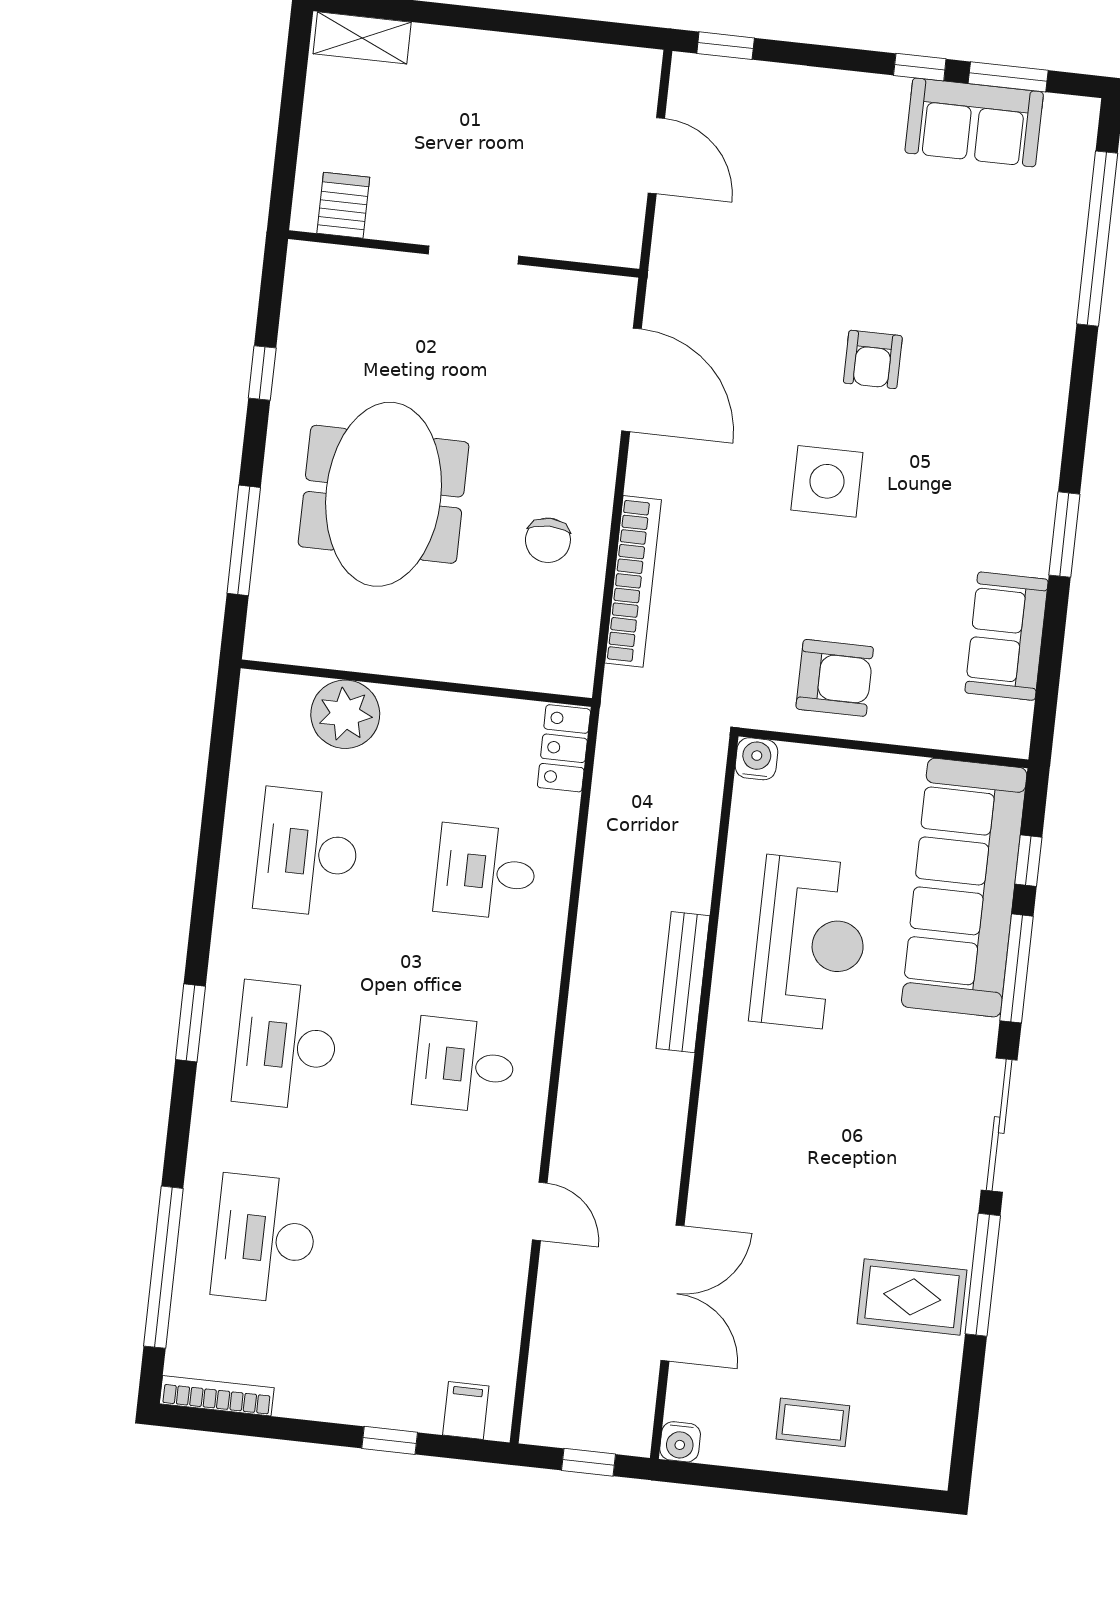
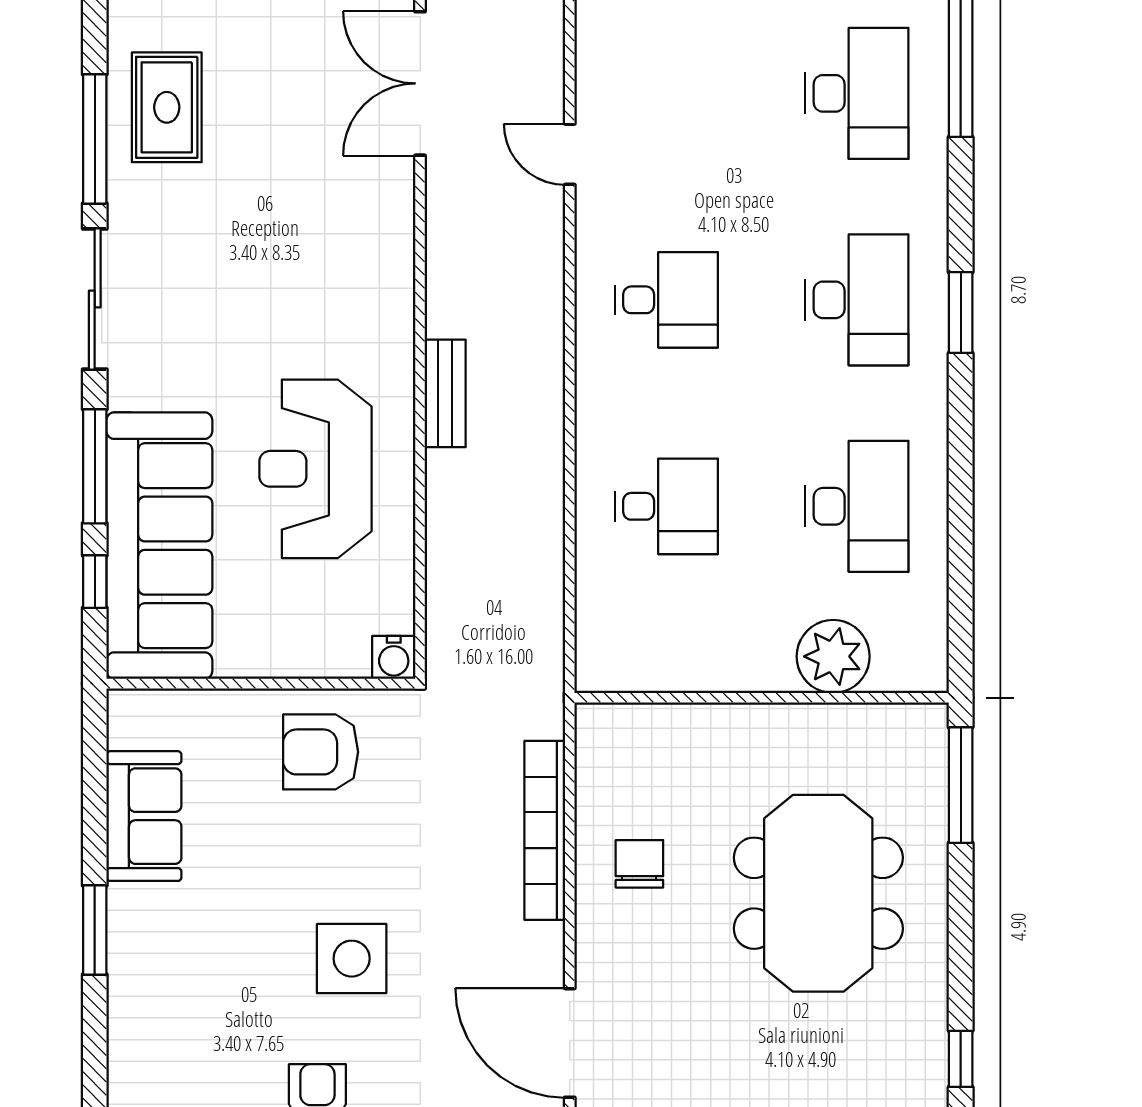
window: (262, 373) -> (961, 1059), moved
window: (244, 540) -> (961, 785), moved
locker: (564, 748) -> (598, 646), removed
bench: (683, 982) -> (445, 393), width x0.73
rug: (912, 1297) -> (167, 107), turned 90

